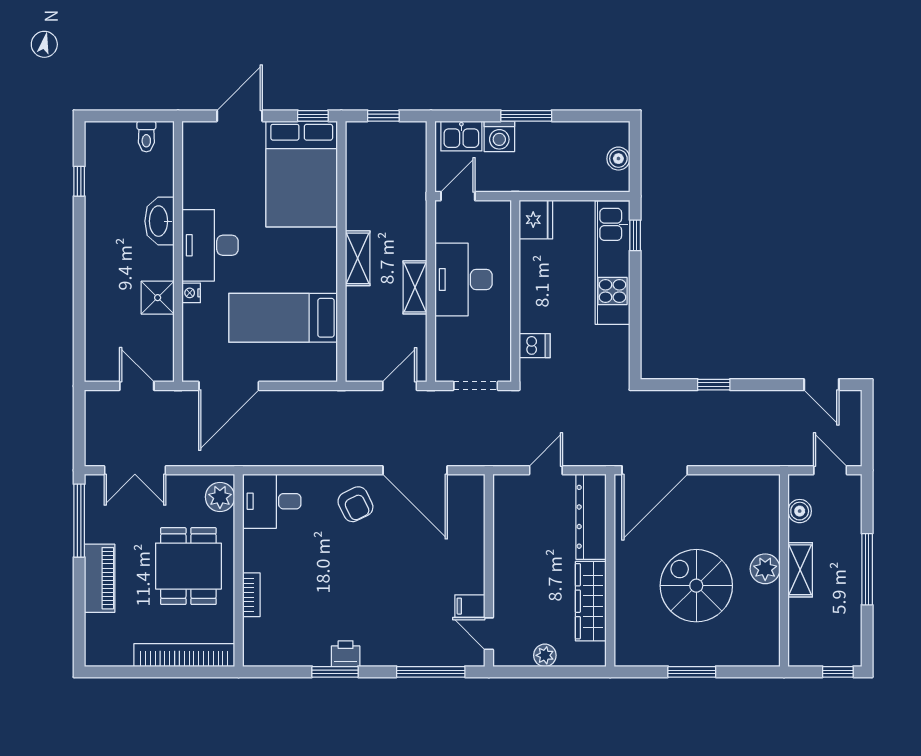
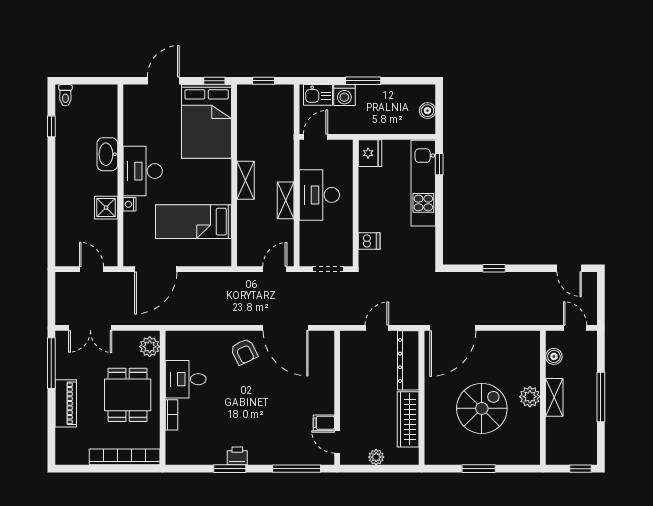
toilet: (146, 136) -> (65, 95), moved
desk: (272, 501) -> (186, 379), moved
spiral stairs: (696, 586) -> (482, 408), turned 90

